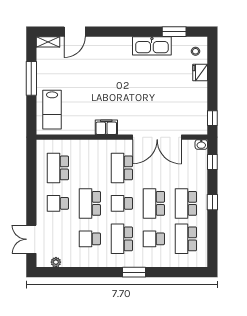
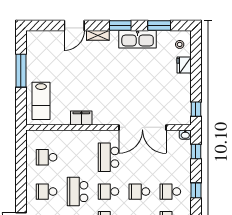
door: (75, 32) -> (74, 26), moved
window: (134, 32) -> (120, 26), added
shelving: (48, 42) -> (98, 35), moved
filing cabinet: (106, 127) -> (81, 118), moved
school desk: (58, 168) -> (47, 157), width x0.54
school desk: (154, 203) -> (139, 192), width x0.54
school desk: (186, 203) -> (170, 192), width x0.54

